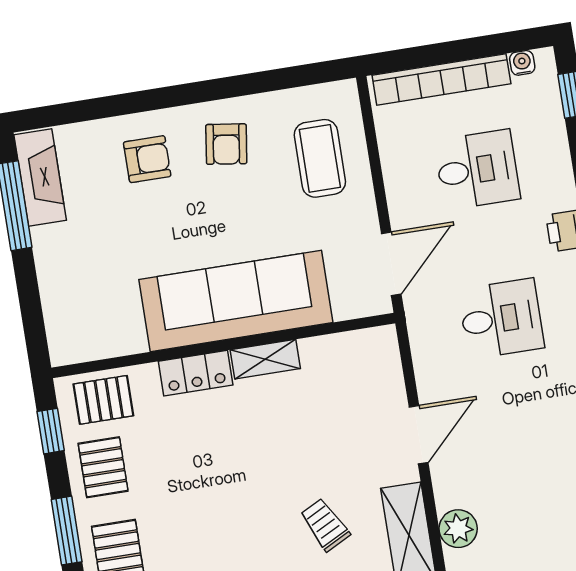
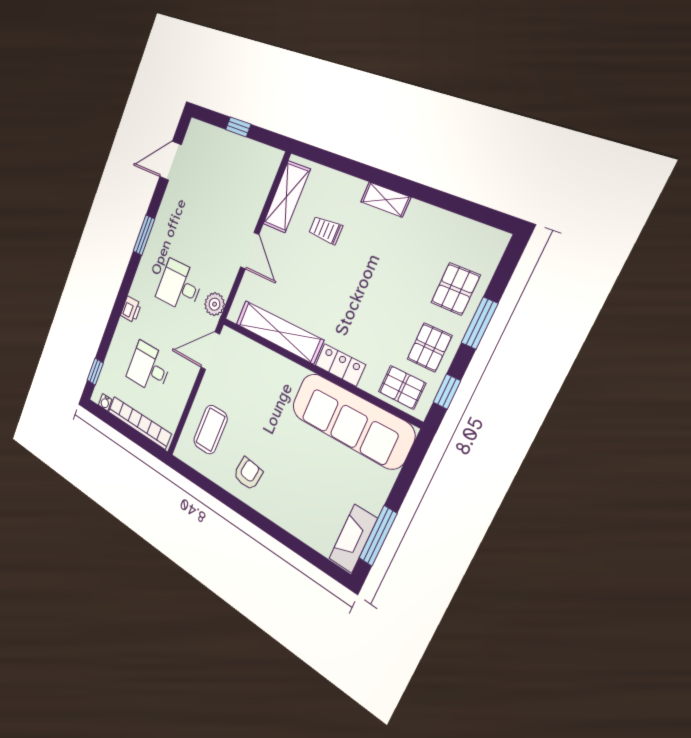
armchair: (147, 159) -> (291, 499), removed
sofa: (236, 301) -> (352, 420), moved
shelving: (265, 359) -> (279, 332), width x2.20, depth x1.33
door: (419, 435) -> (250, 251), swing flipped
trolley: (325, 525) -> (326, 230), turned 117
plant: (458, 529) -> (215, 304), moved

